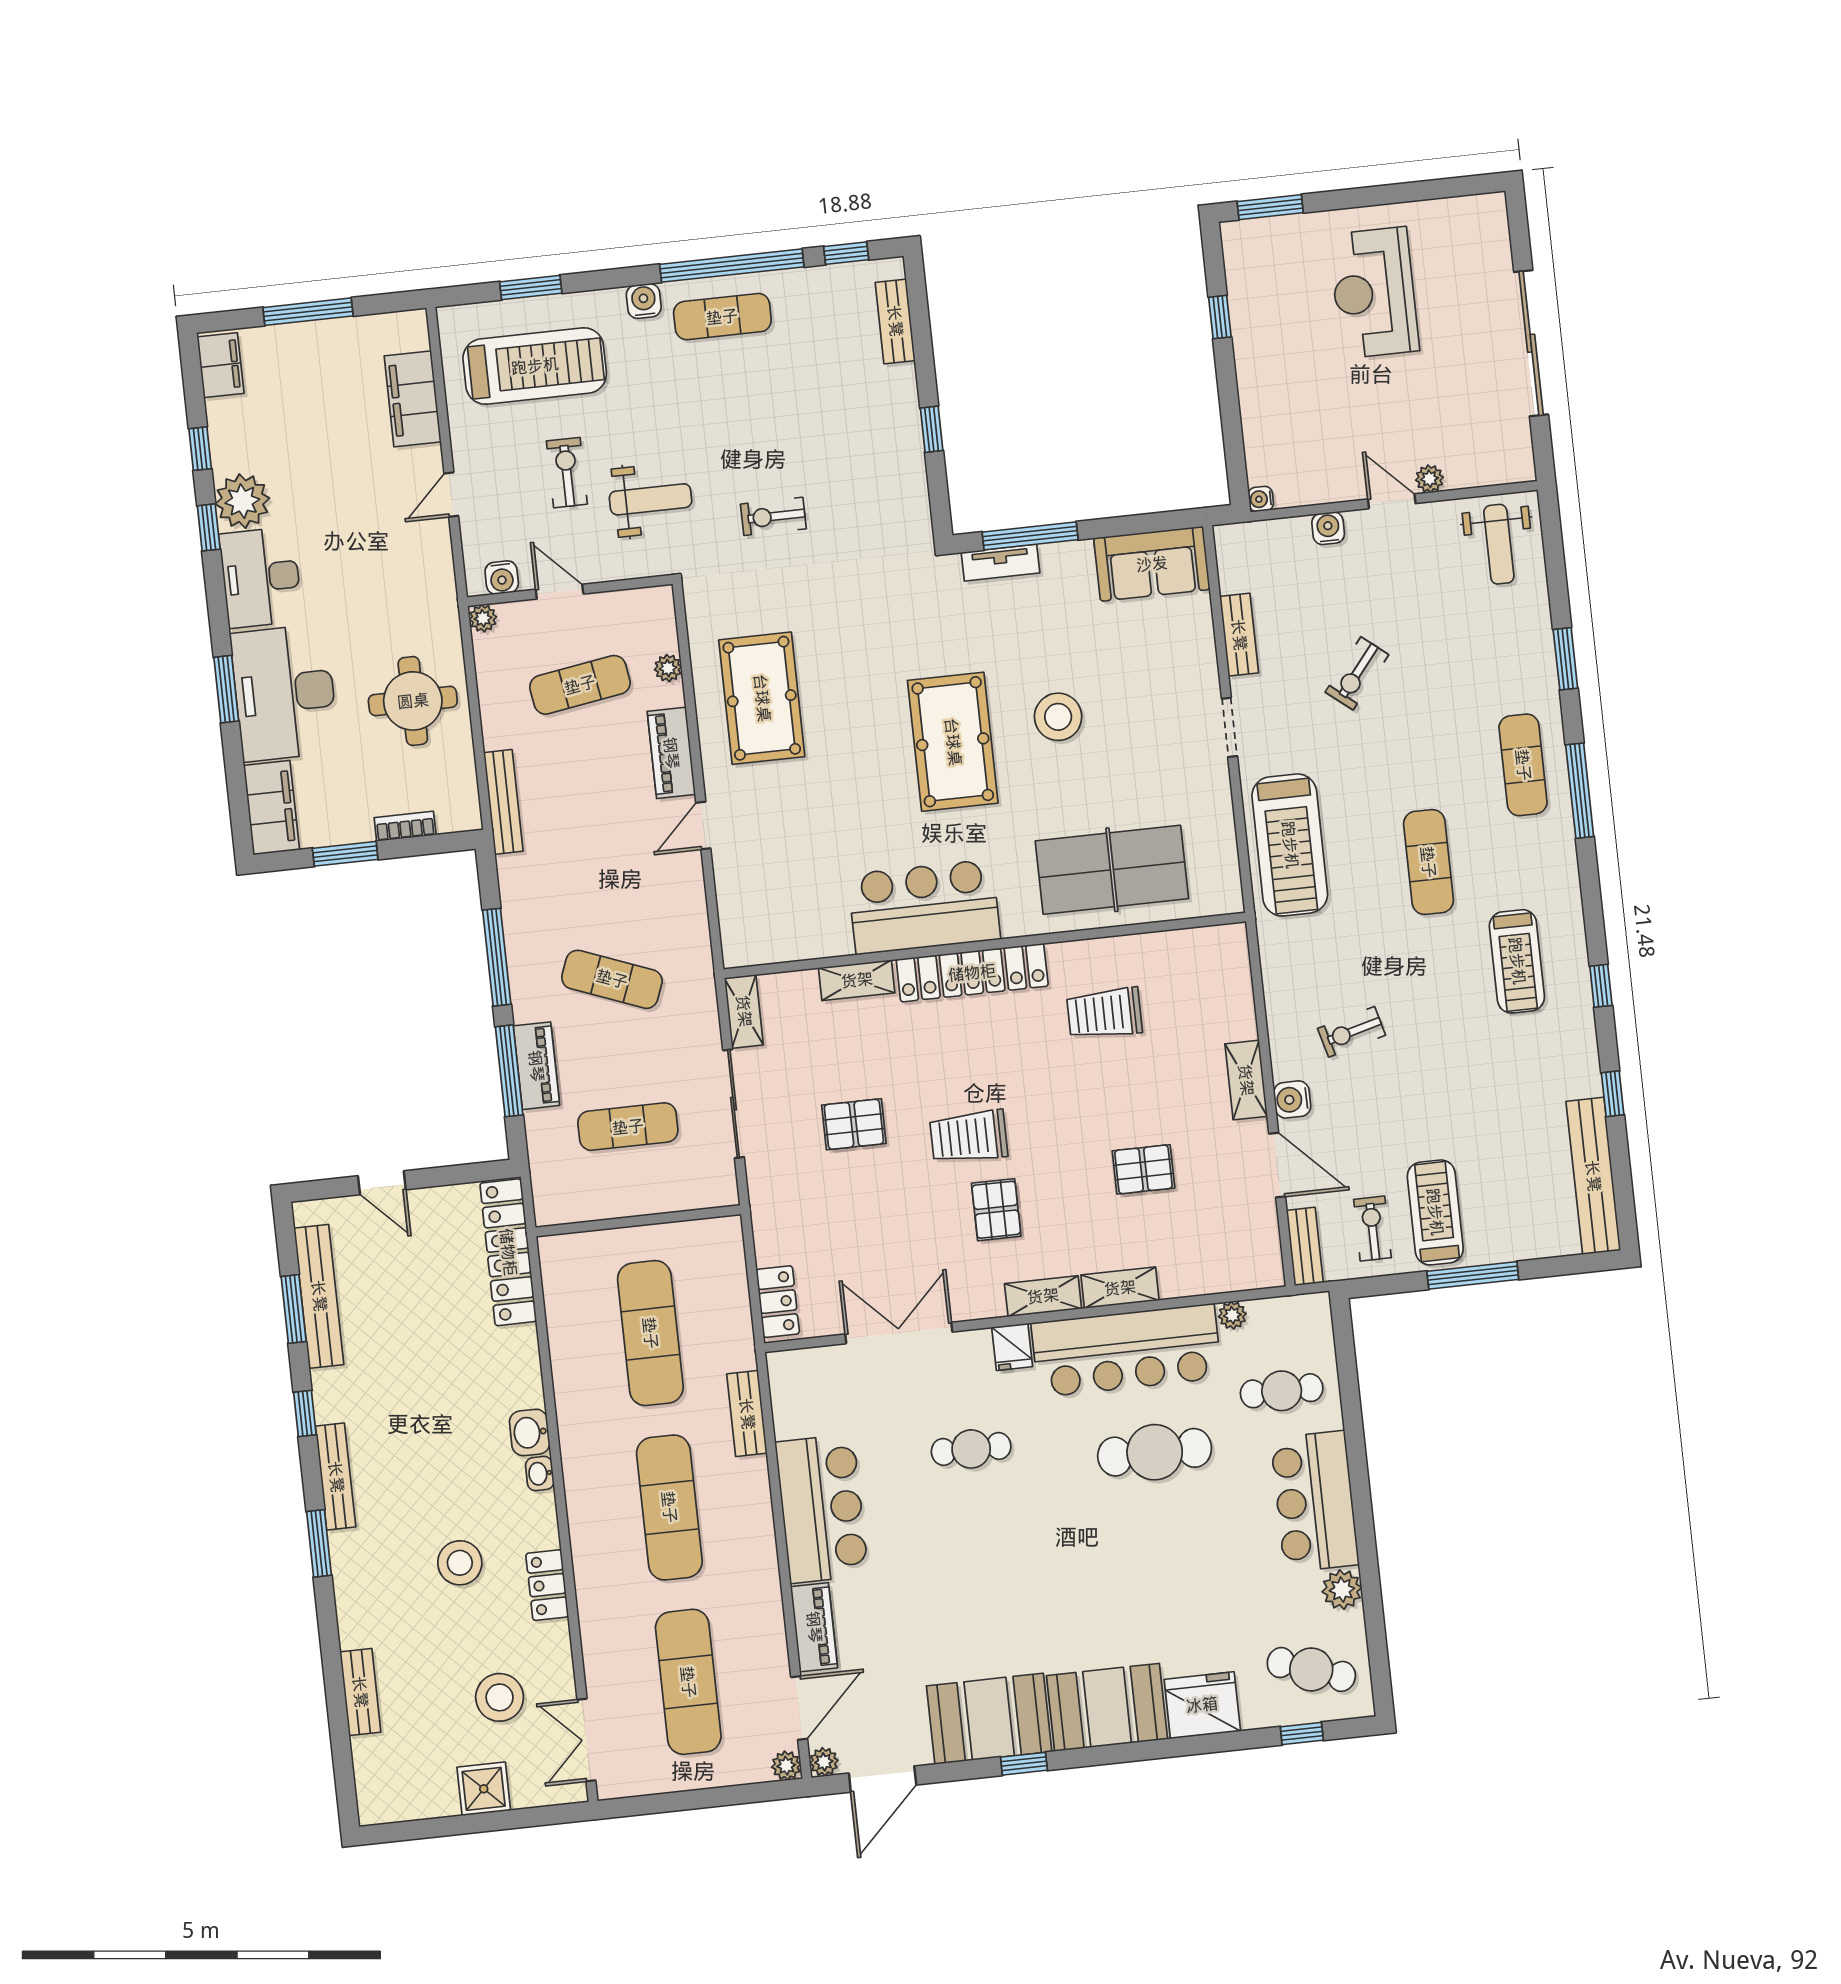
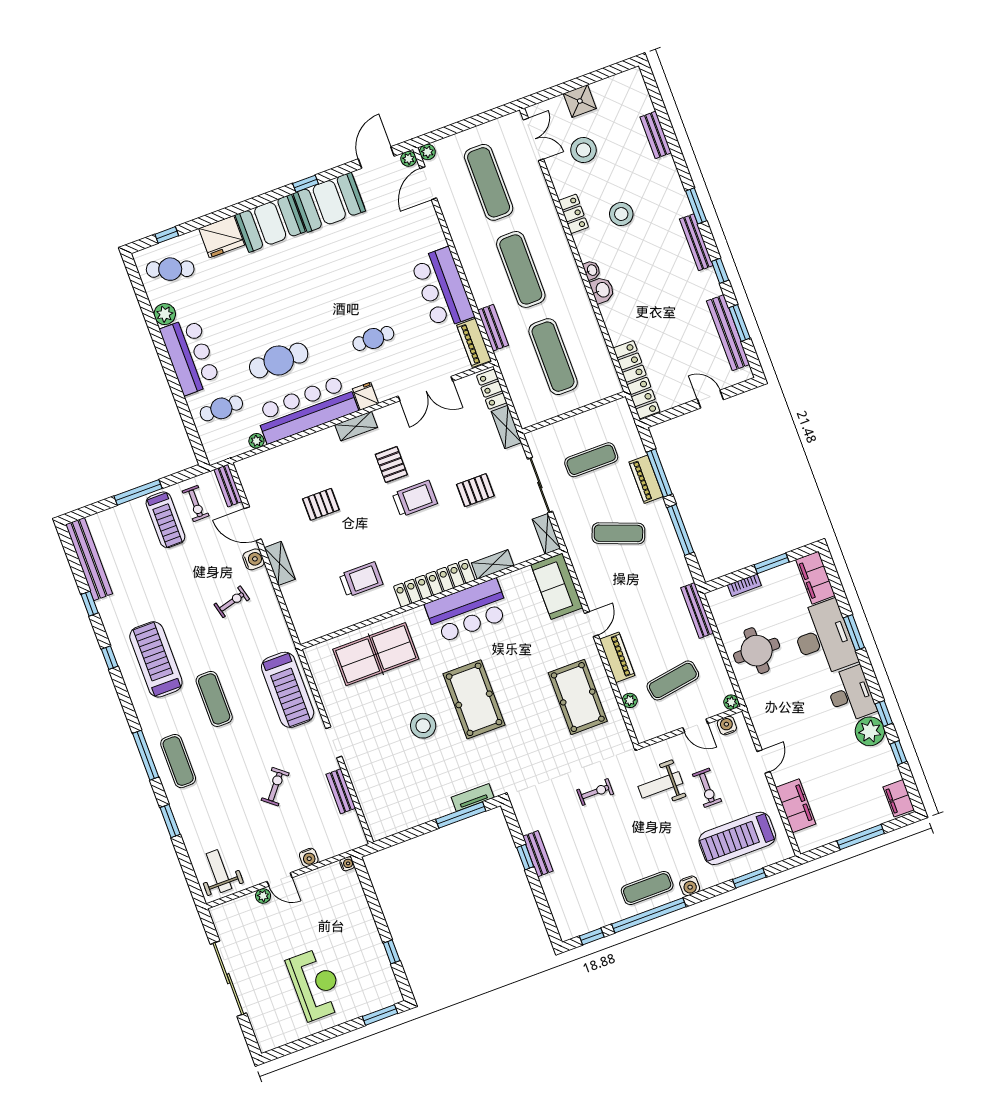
bench: (895, 321) -> (538, 854), moved
sofa: (1152, 564) -> (557, 586), moved, turned -90
treadmill: (1290, 845) -> (288, 690), turned 180
treadmill: (1517, 961) -> (156, 659), width x1.37, depth x1.38
shelving: (1120, 1288) -> (506, 427), moved, turned 90
piano: (814, 1627) -> (474, 343), moved

